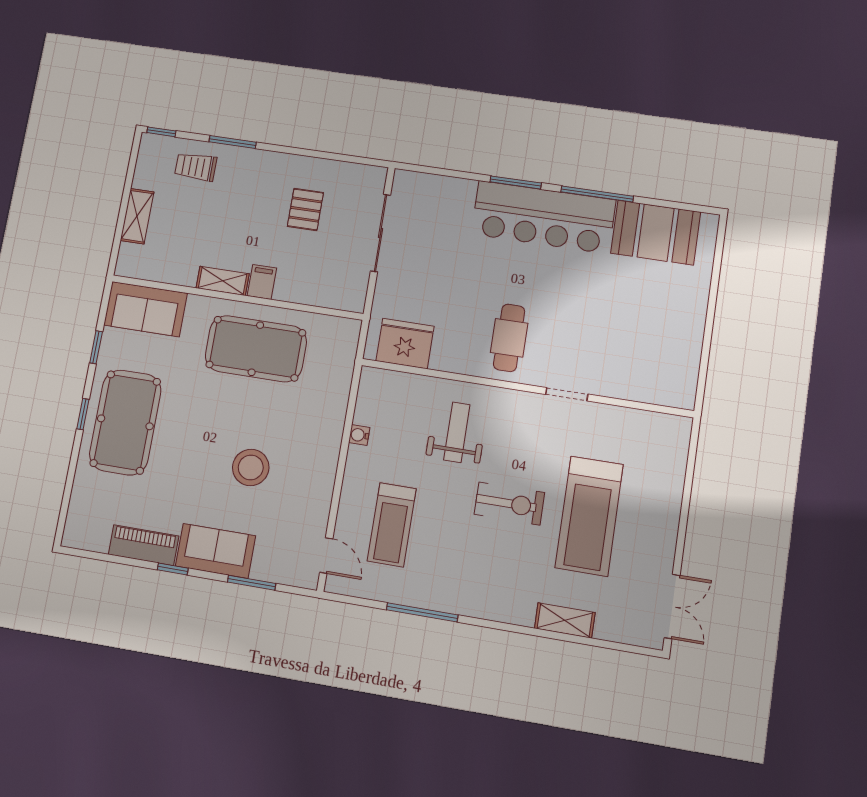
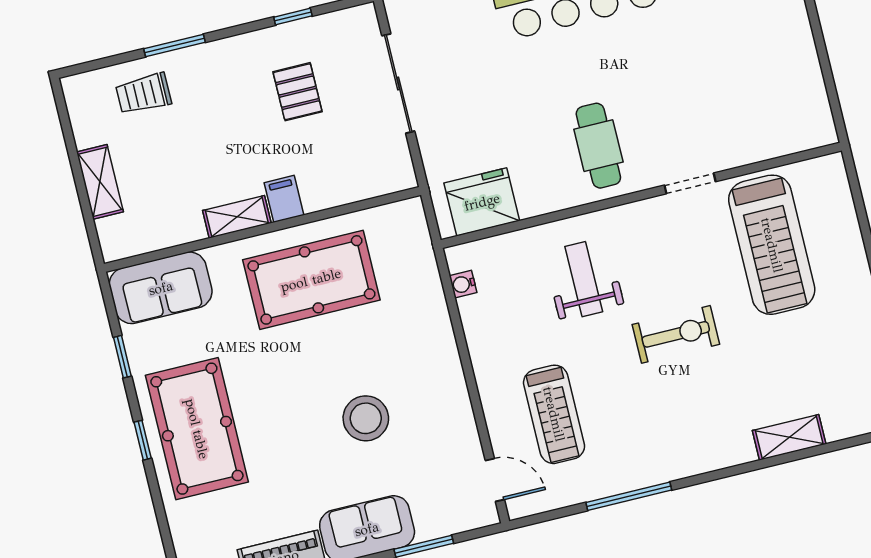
window: (161, 132) -> (293, 17), moved
water cooler: (359, 435) -> (463, 284), moved
treadmill: (589, 516) -> (772, 245), moved

